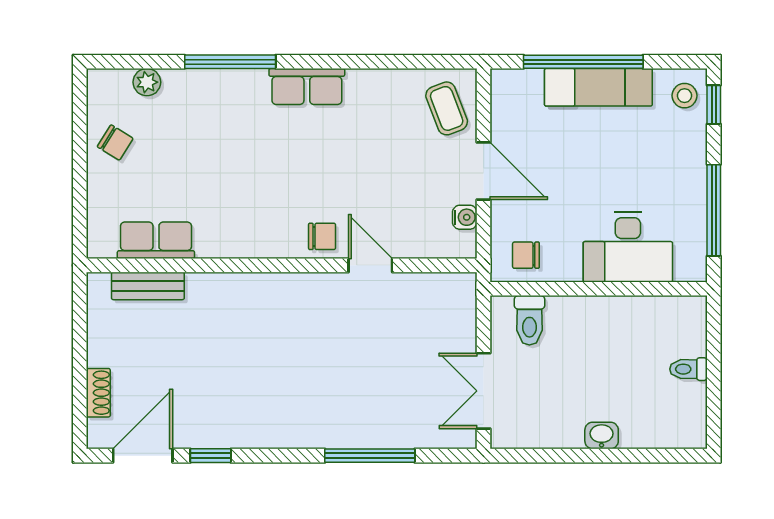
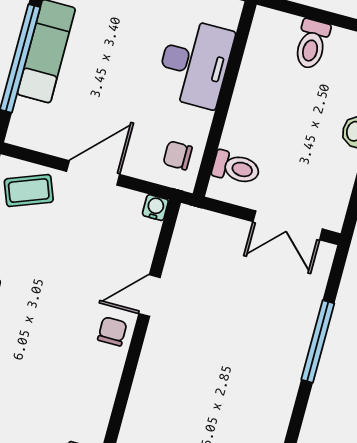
water cooler: (465, 217) -> (155, 207), moved
chair: (526, 255) -> (178, 155), turned 90
toilet: (688, 369) -> (312, 44), width x1.37, depth x1.39

